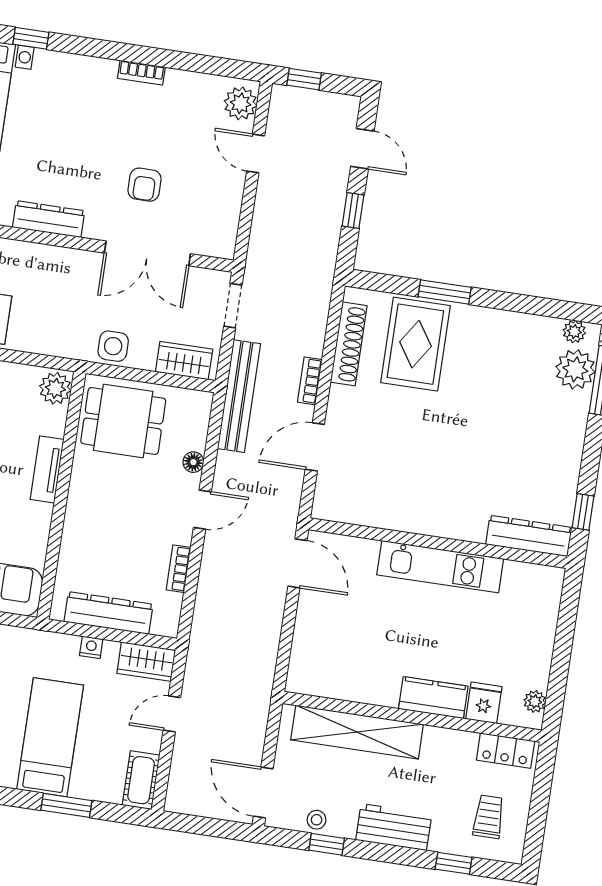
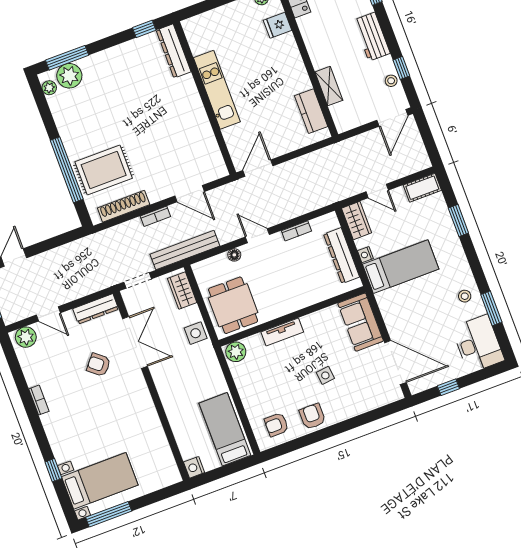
door: (256, 153) -> (48, 314), hinge flipped
armchair: (144, 185) -> (99, 365), turned -140
window: (353, 210) -> (50, 244), removed
dresser: (49, 219) -> (96, 309), moved, turned -90
window: (445, 292) -> (67, 170), width x2.11
kitchen counter: (433, 698) -> (311, 111), moved
shelving: (357, 732) -> (329, 86), width x0.45, depth x0.75
bed: (50, 737) -> (401, 267), moved, turned 180

